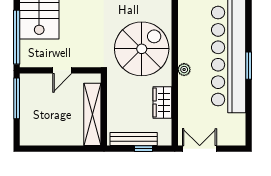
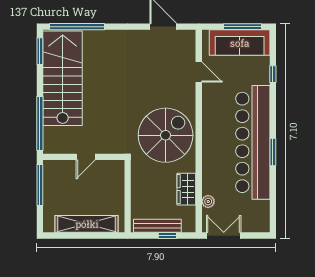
plant: (184, 70) -> (208, 201), moved
shelving: (92, 114) -> (87, 224), moved, turned 90

